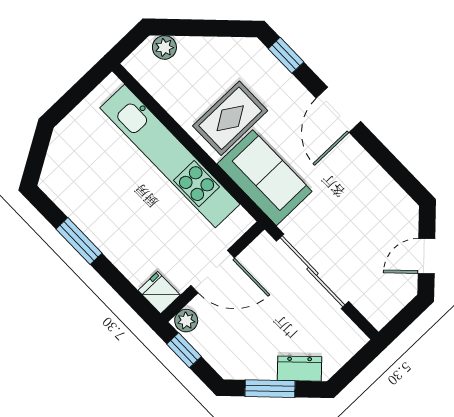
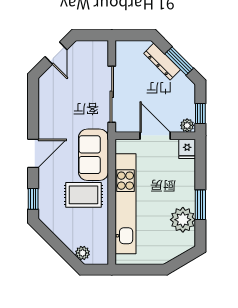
plant: (83, 203) -> (183, 220), added
door: (426, 256) -> (56, 53), hinge flipped
dresser: (299, 369) -> (162, 61), width x1.44

